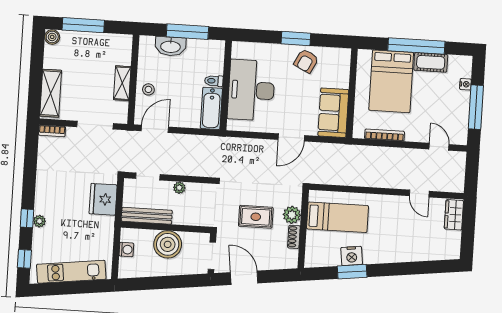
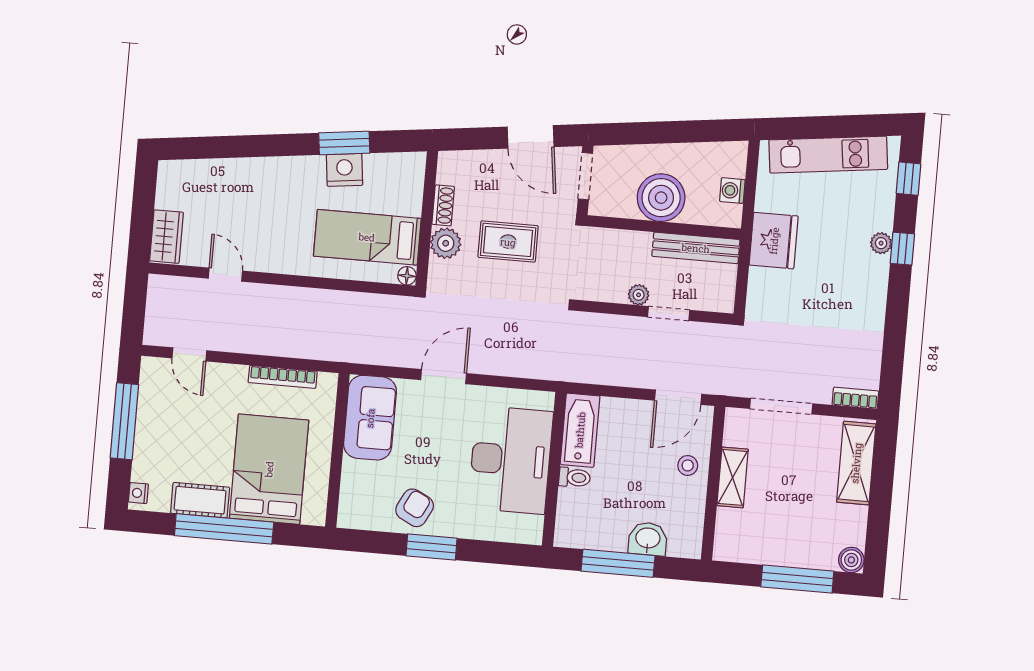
washbasin: (170, 46) -> (648, 539), width x0.72
nightstand: (465, 84) -> (138, 493), moved
doorway: (148, 176) -> (669, 313), moved
floor lamp: (314, 195) -> (407, 276), added
fridge: (103, 199) -> (774, 241), moved

